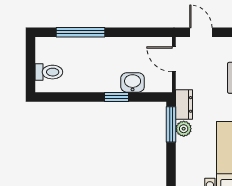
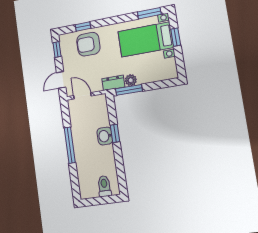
window: (80, 32) -> (70, 145), moved
door: (174, 59) -> (82, 96), swing flipped
washbasin: (133, 82) -> (105, 136), moved

